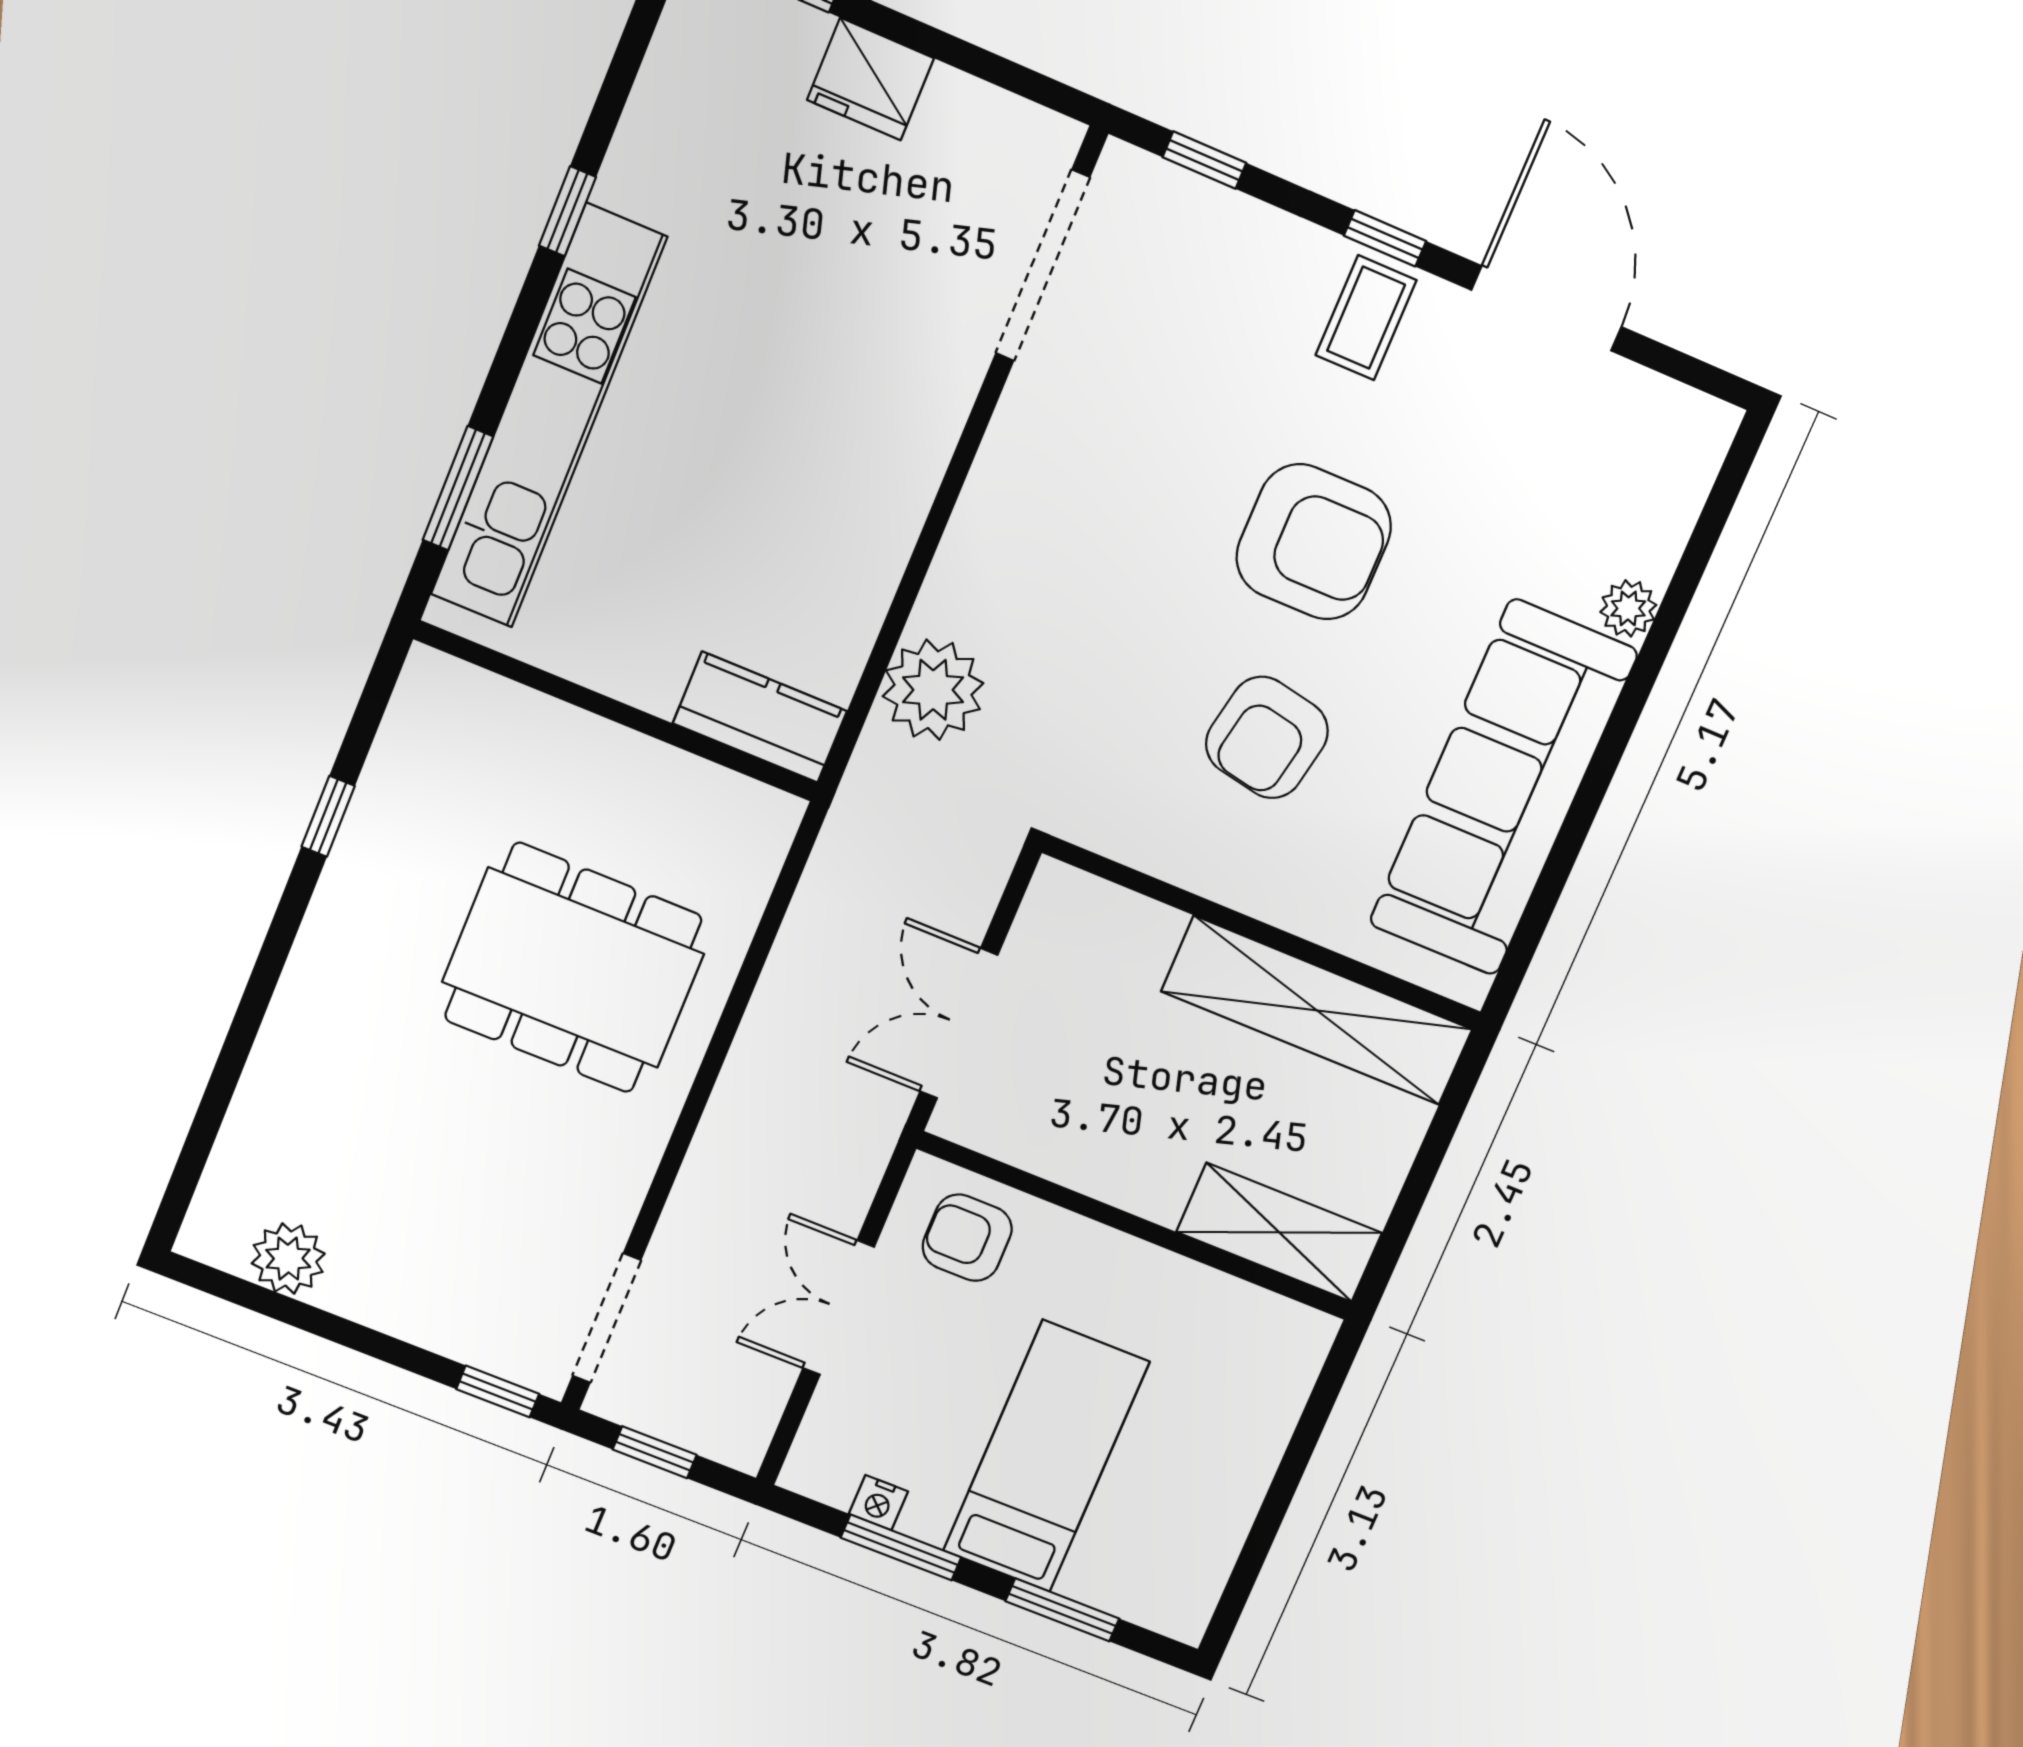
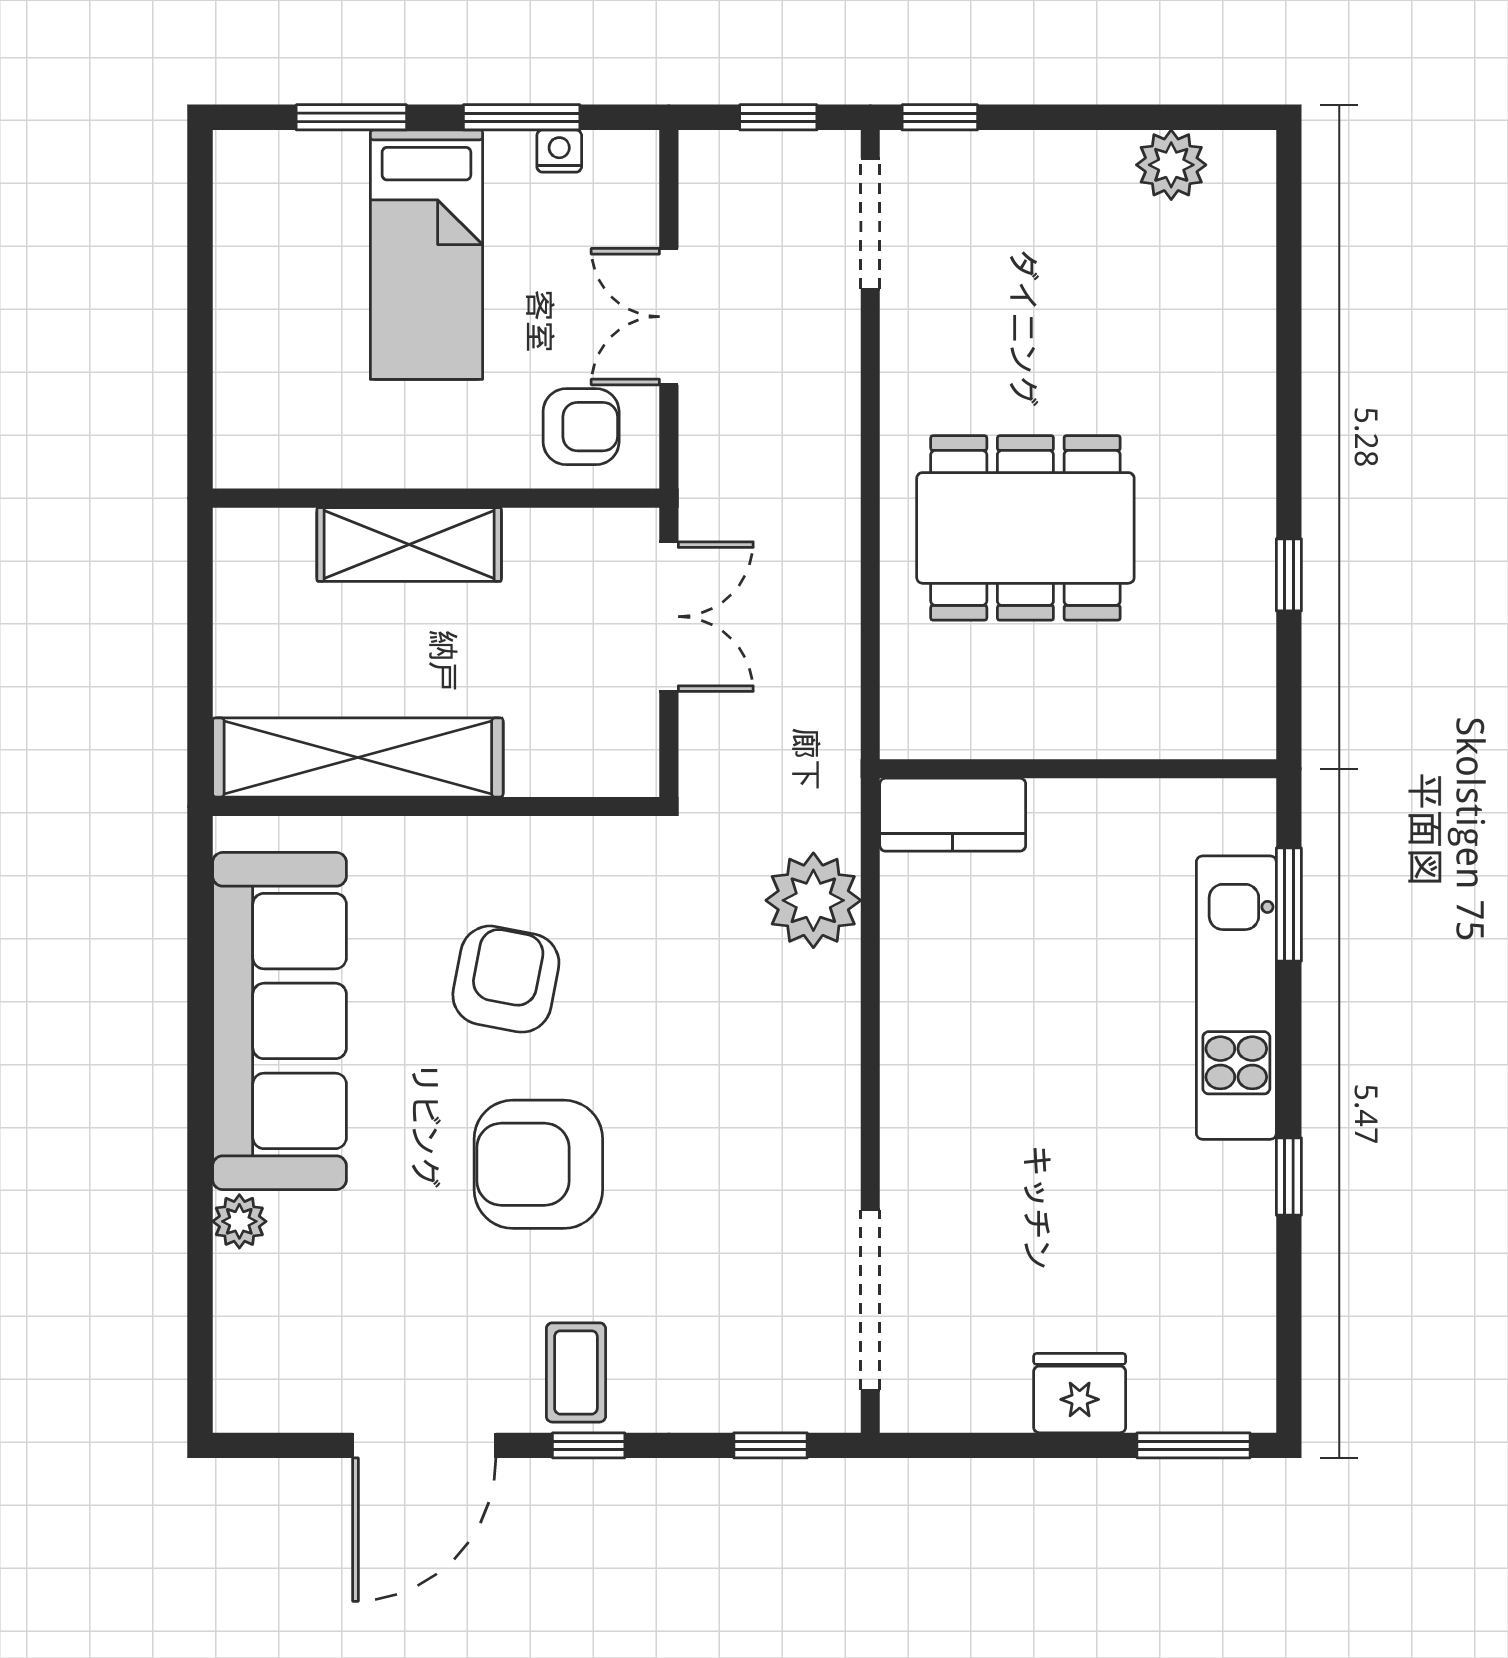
door: (1547, 308) -> (424, 1445), hinge flipped
kitchen unit: (549, 416) -> (1236, 998), width x0.73
shelving: (1279, 1232) -> (409, 544), moved
double door: (839, 1308) -> (669, 317), swing flipped

